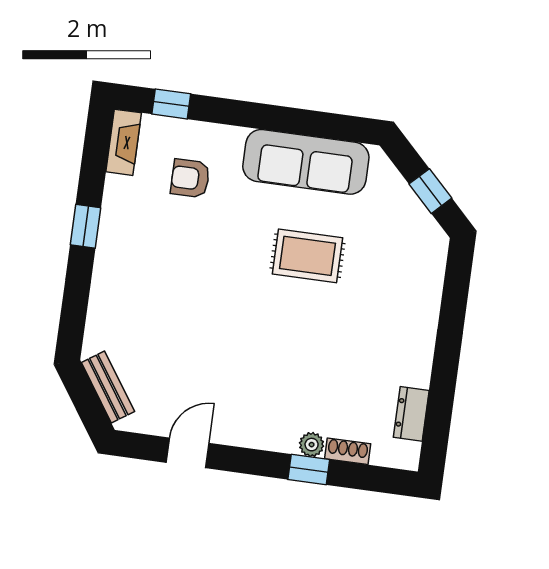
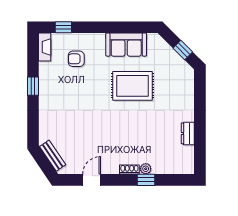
sofa: (306, 162) -> (126, 45), width x0.73
rug: (308, 256) -> (133, 86), width x1.36, depth x1.43
dresser: (411, 414) -> (188, 133), moved
shoe rack: (348, 451) -> (129, 169), moved

